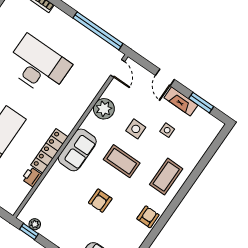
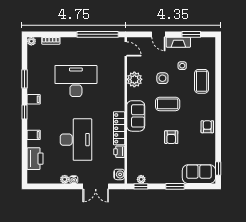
coffee table: (166, 177) -> (202, 81), moved
water cooler: (14, 202) -> (119, 174), added

